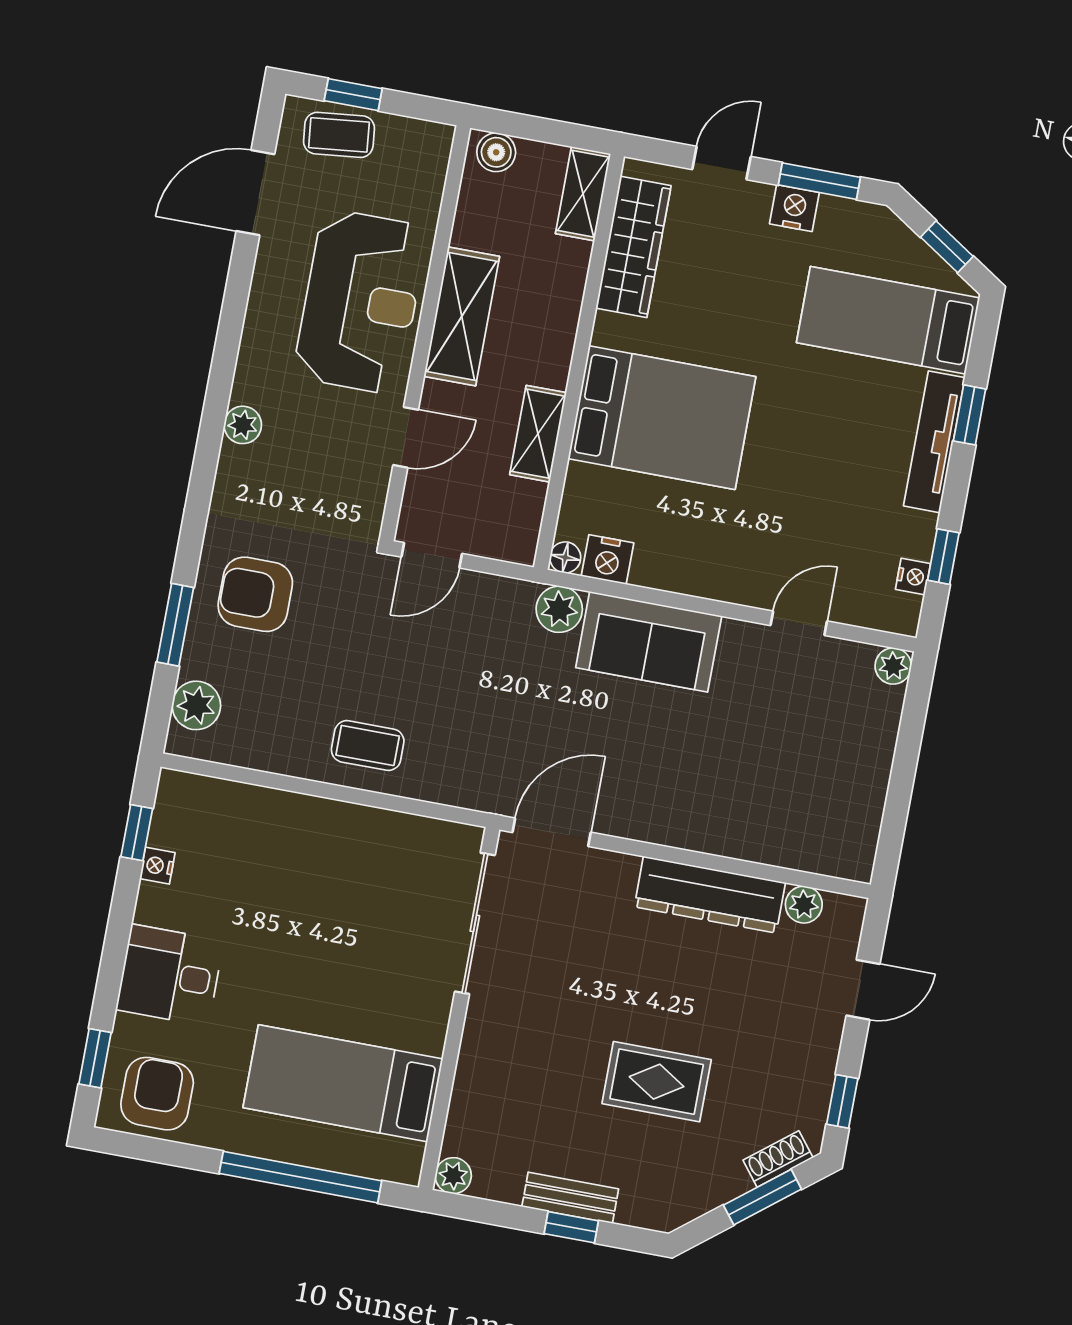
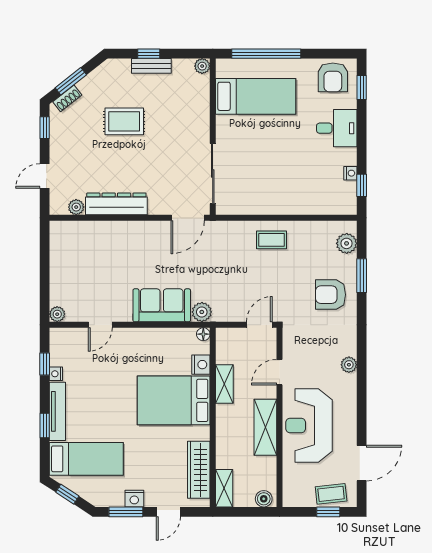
nightstand: (608, 560) -> (201, 365), moved, turned 90
nightstand: (913, 577) -> (56, 374), moved
armchair: (255, 594) -> (330, 295), turned 180

